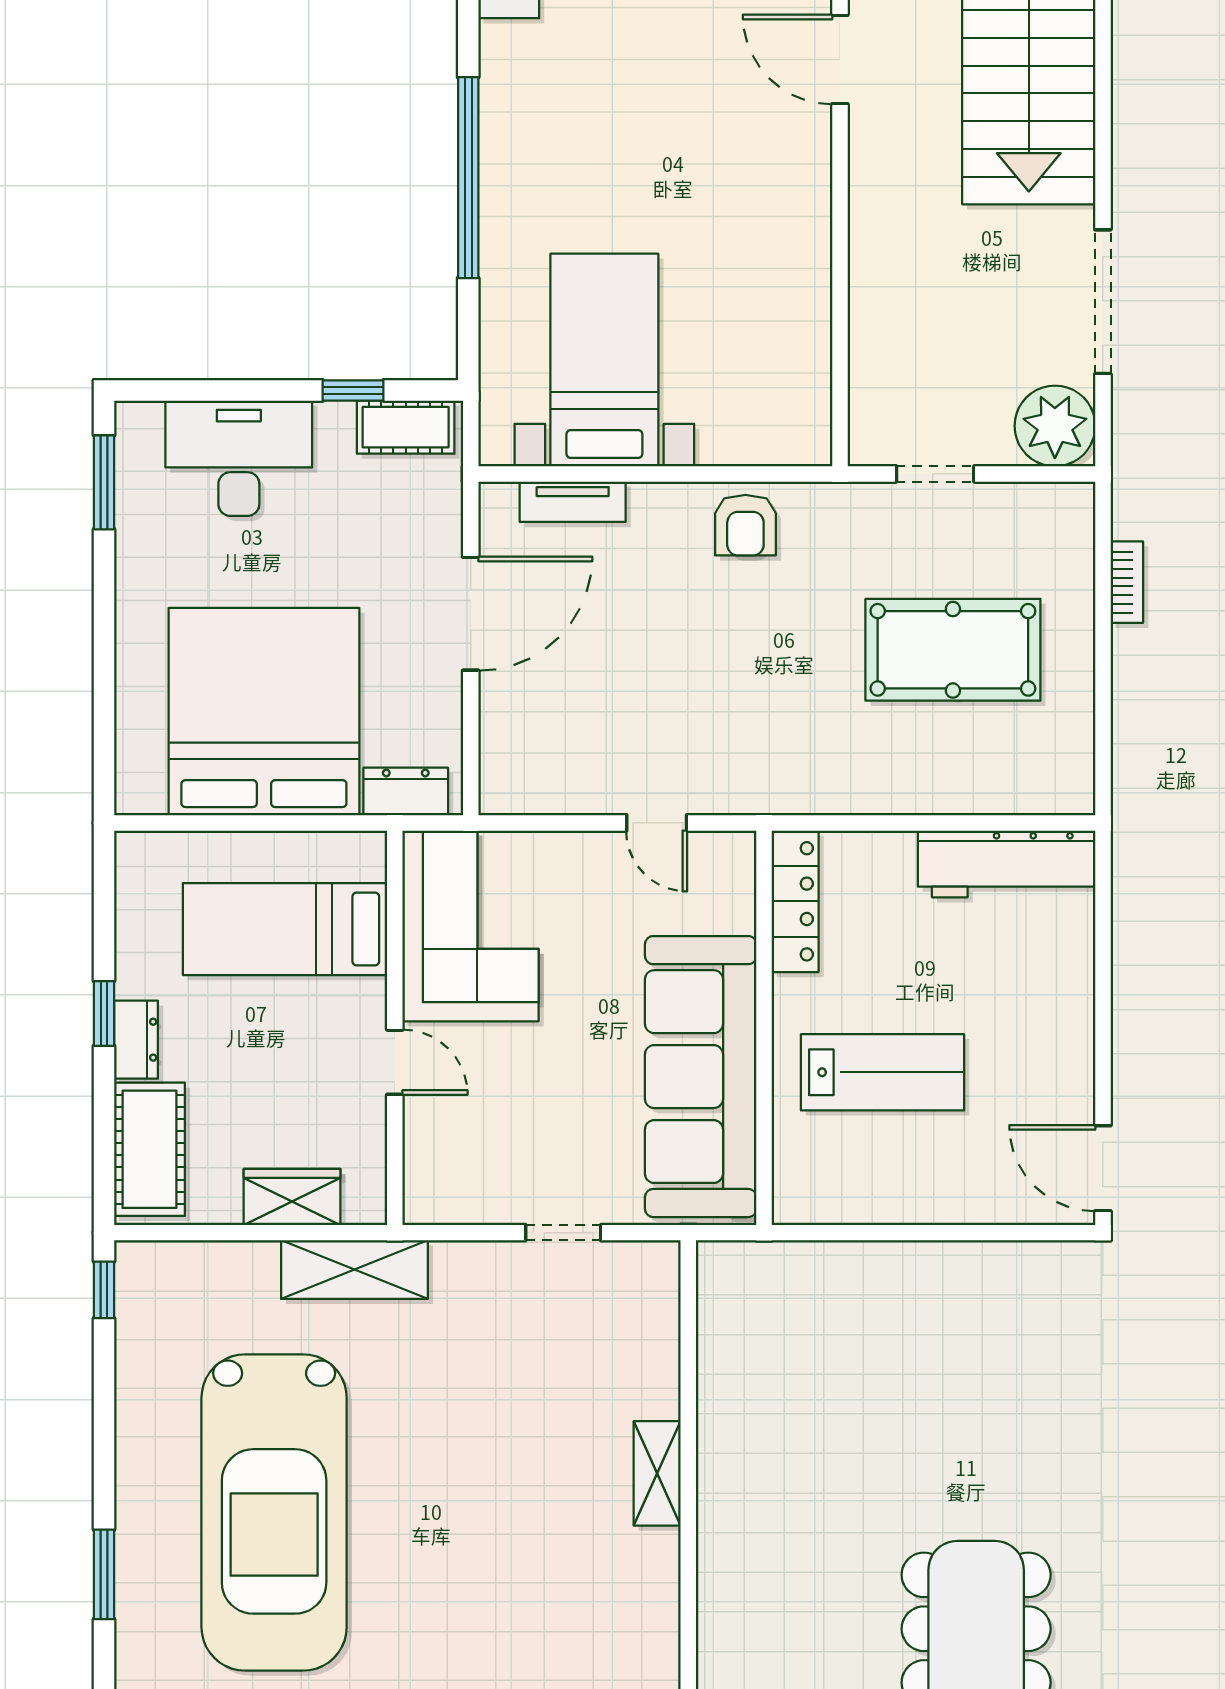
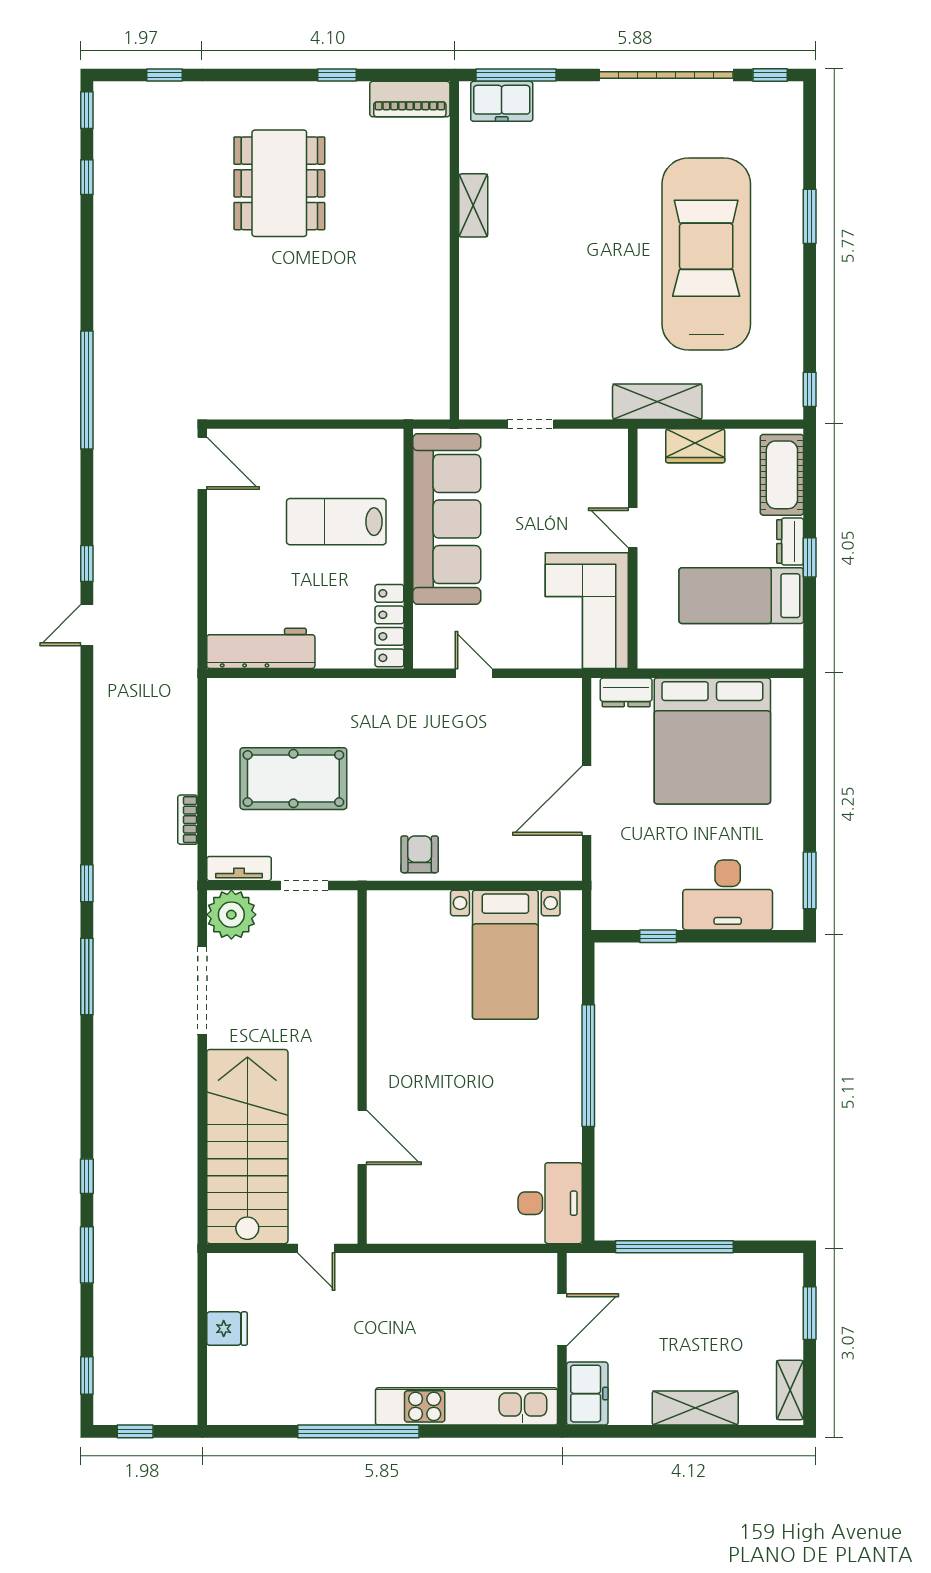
cot: (406, 427) -> (626, 914), removed
tv unit: (573, 502) -> (239, 869), moved
bed: (285, 929) -> (741, 596), moved, turned 180
shelving: (657, 1473) -> (473, 205), moved

